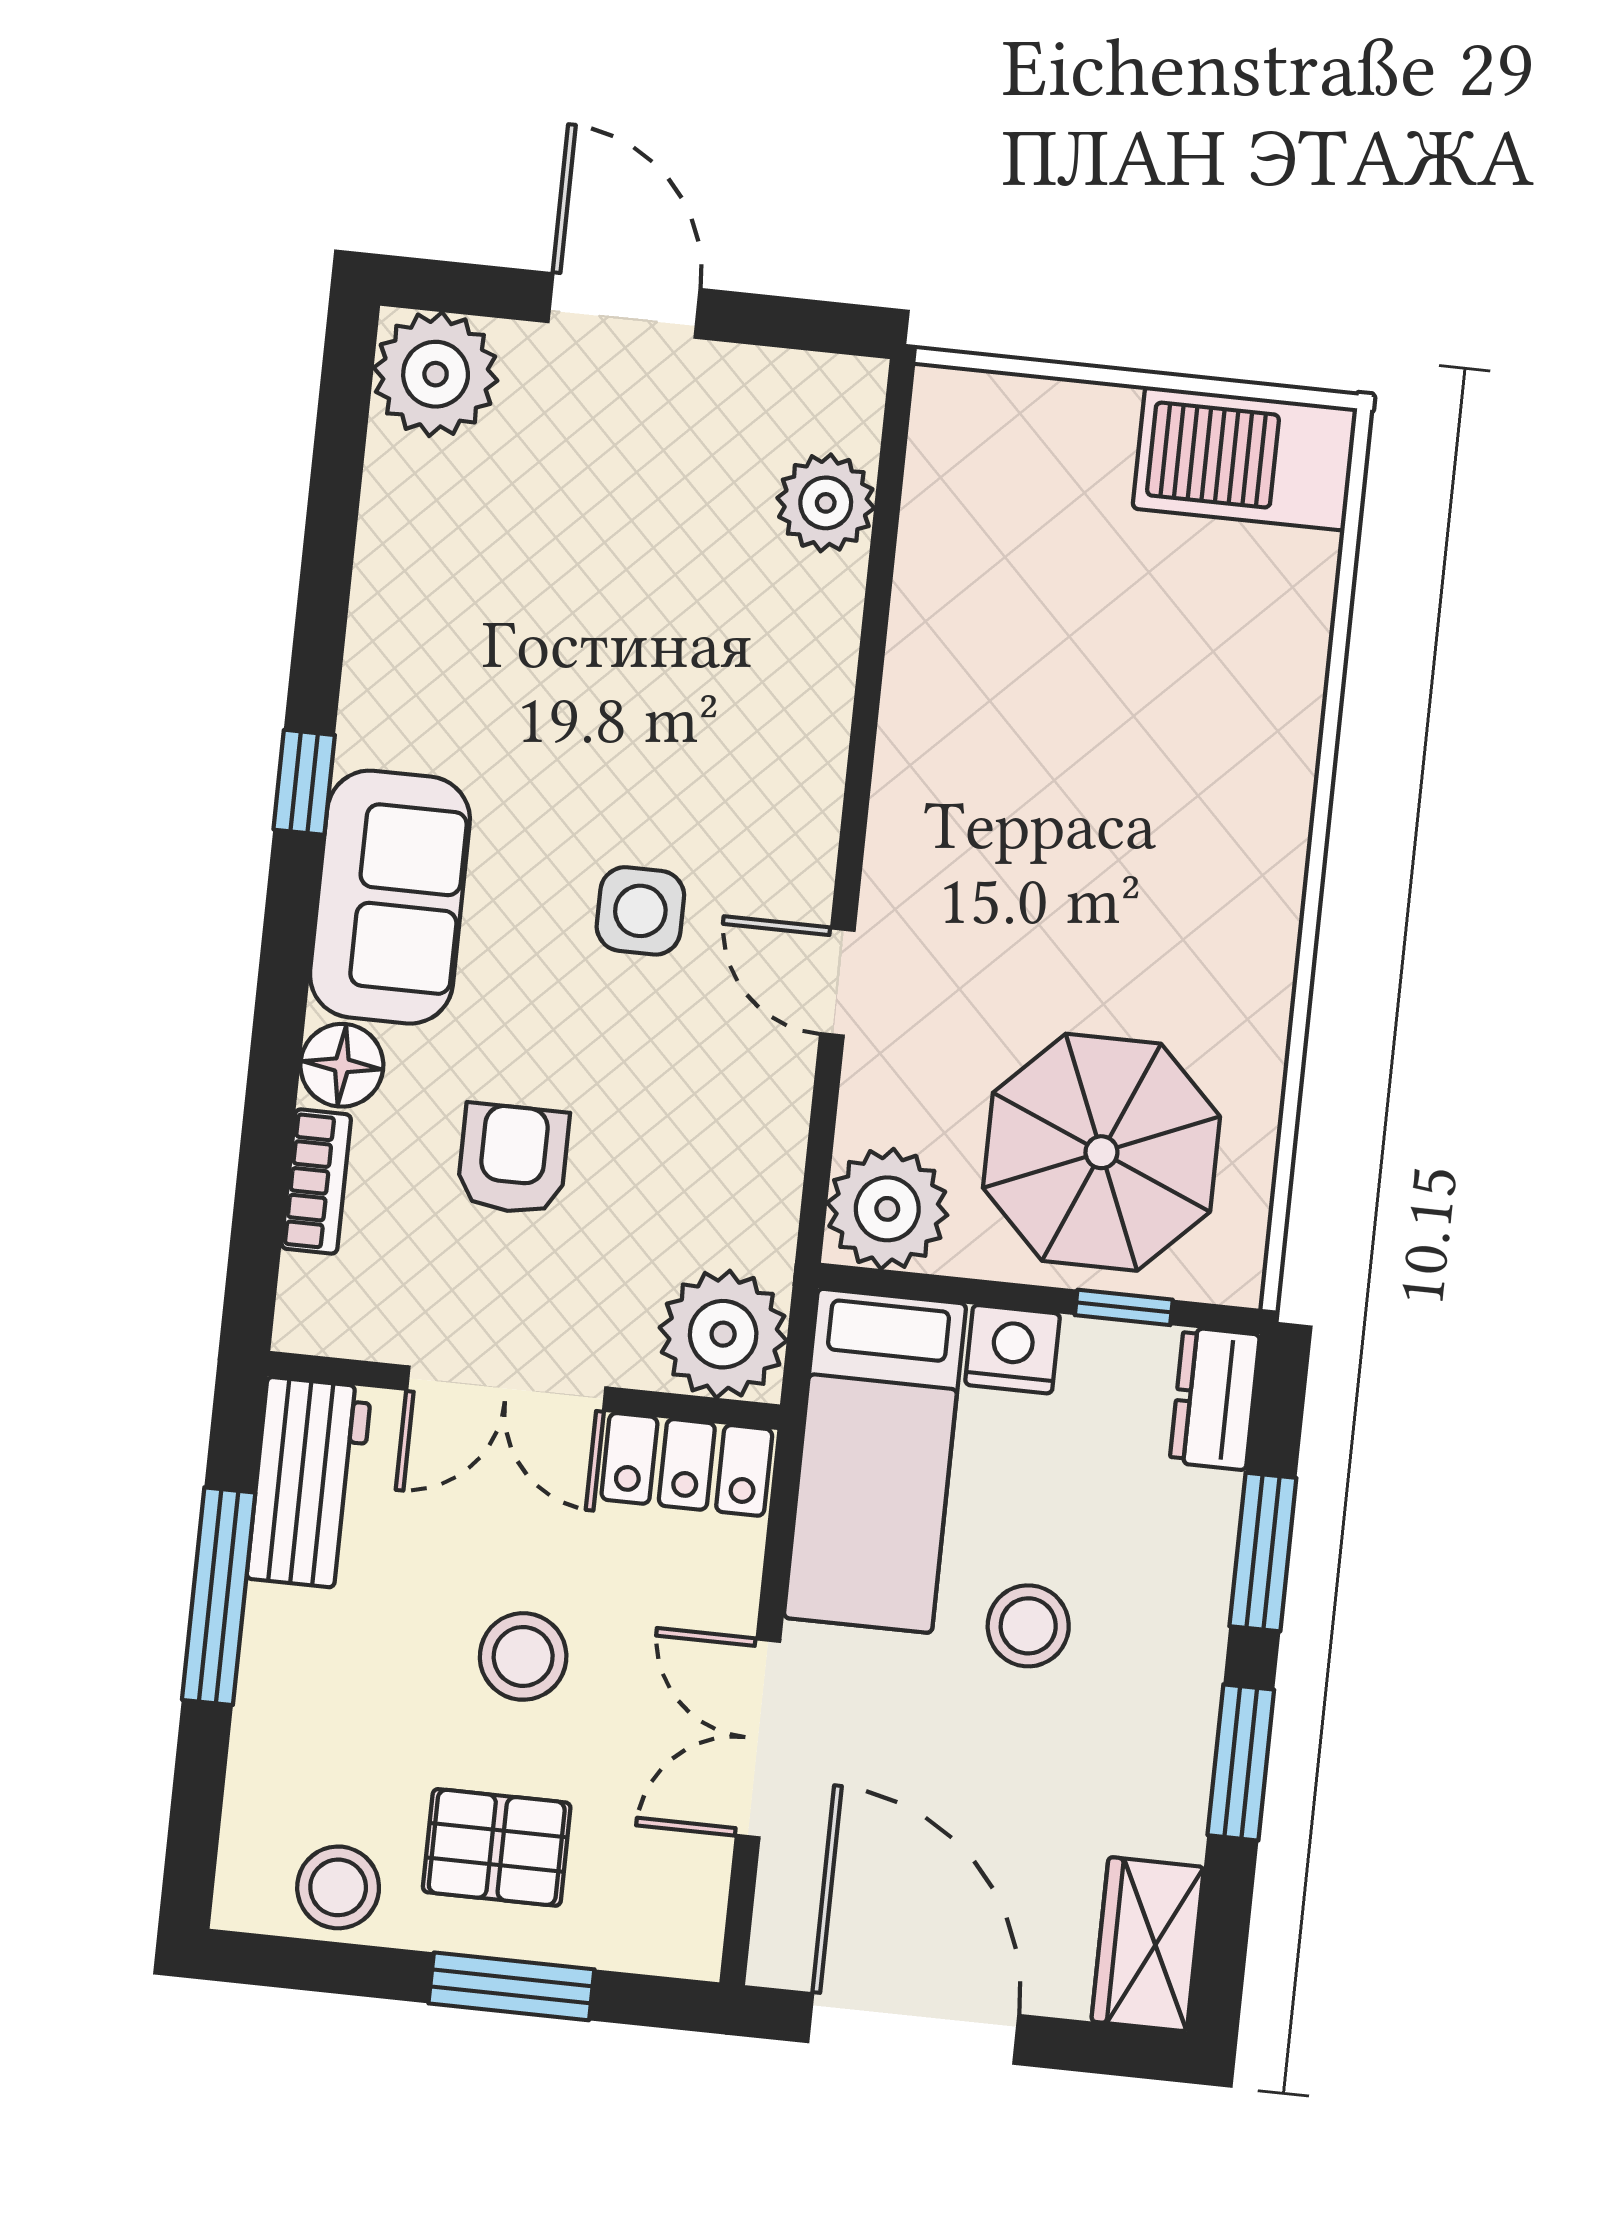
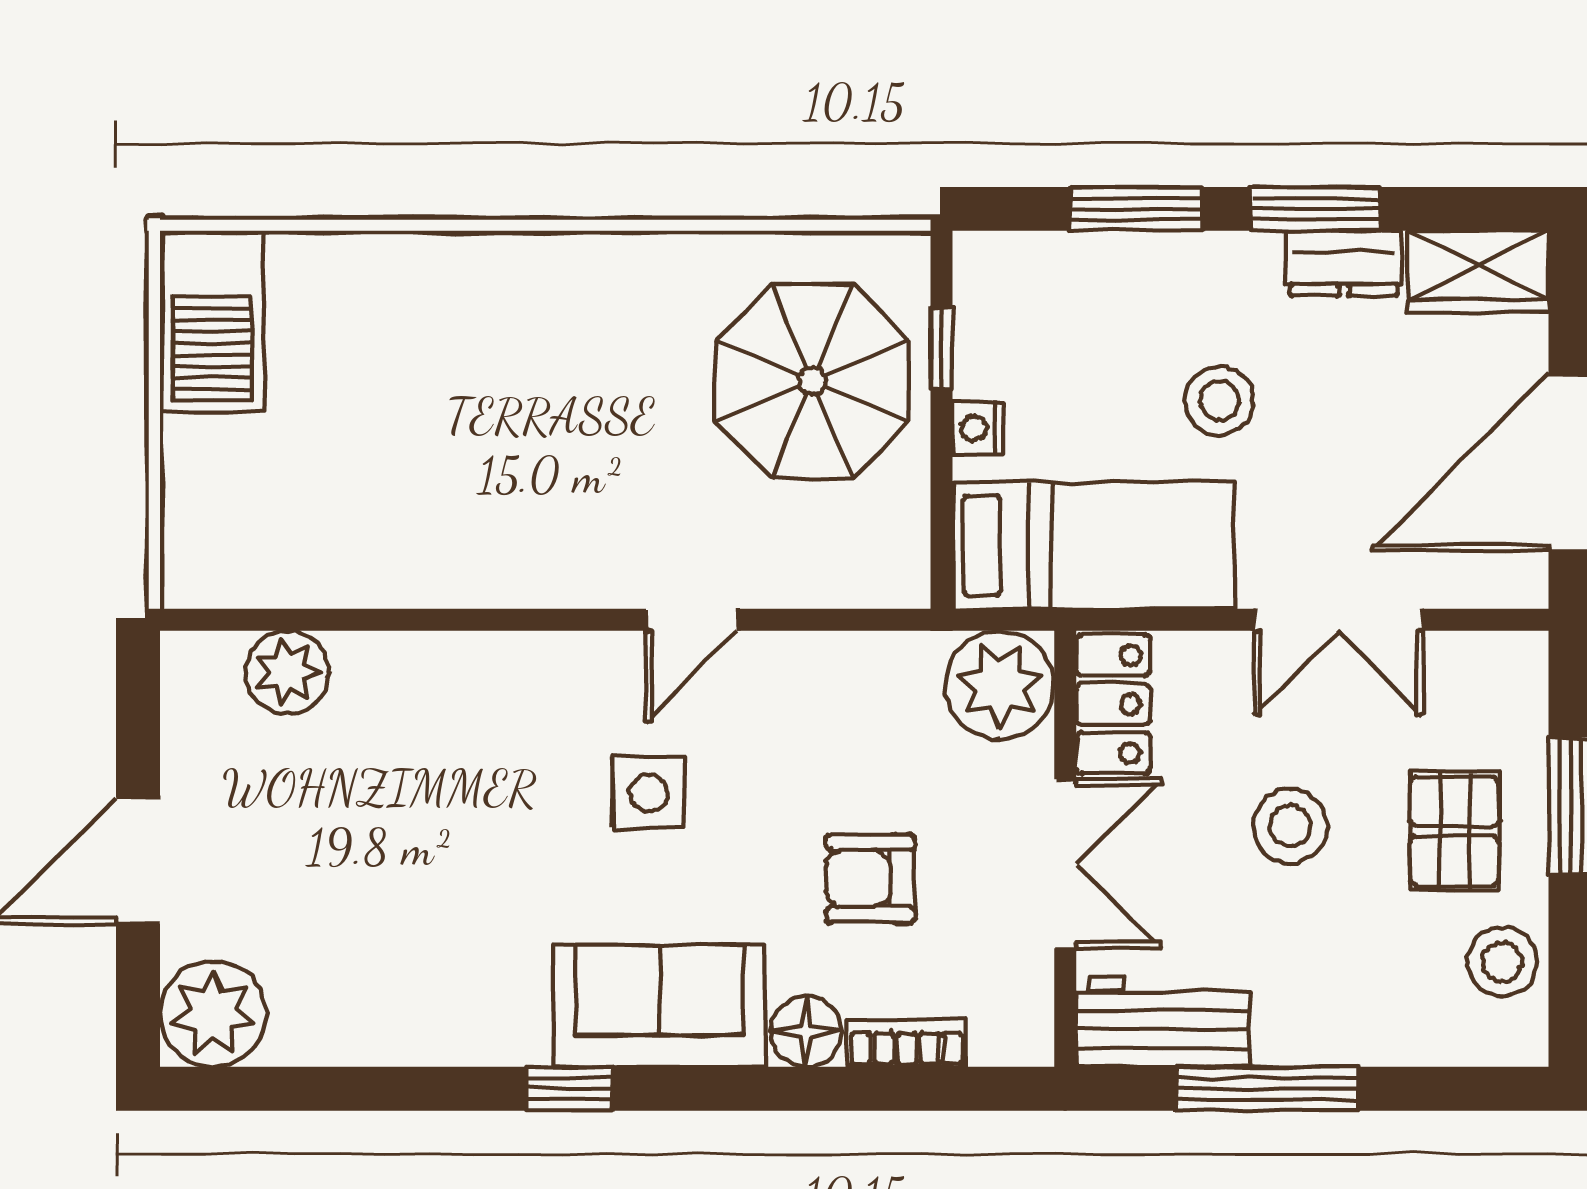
plant: (887, 1209) -> (879, 557), removed
nightstand: (1013, 1349) -> (978, 428), width x0.72, depth x0.74
dresser: (1215, 1399) -> (1344, 263), moved

